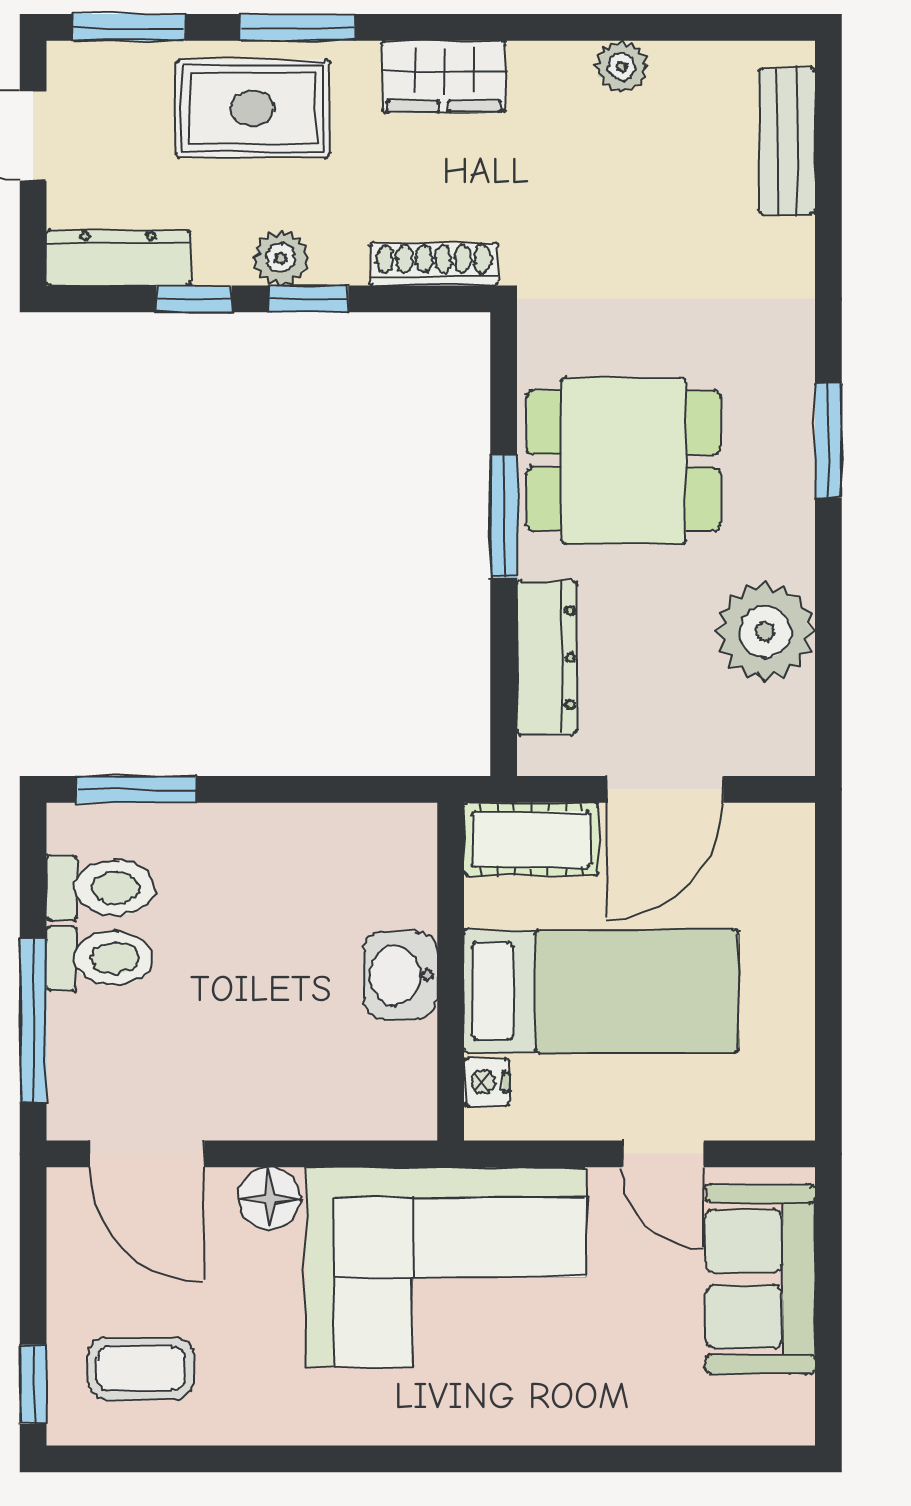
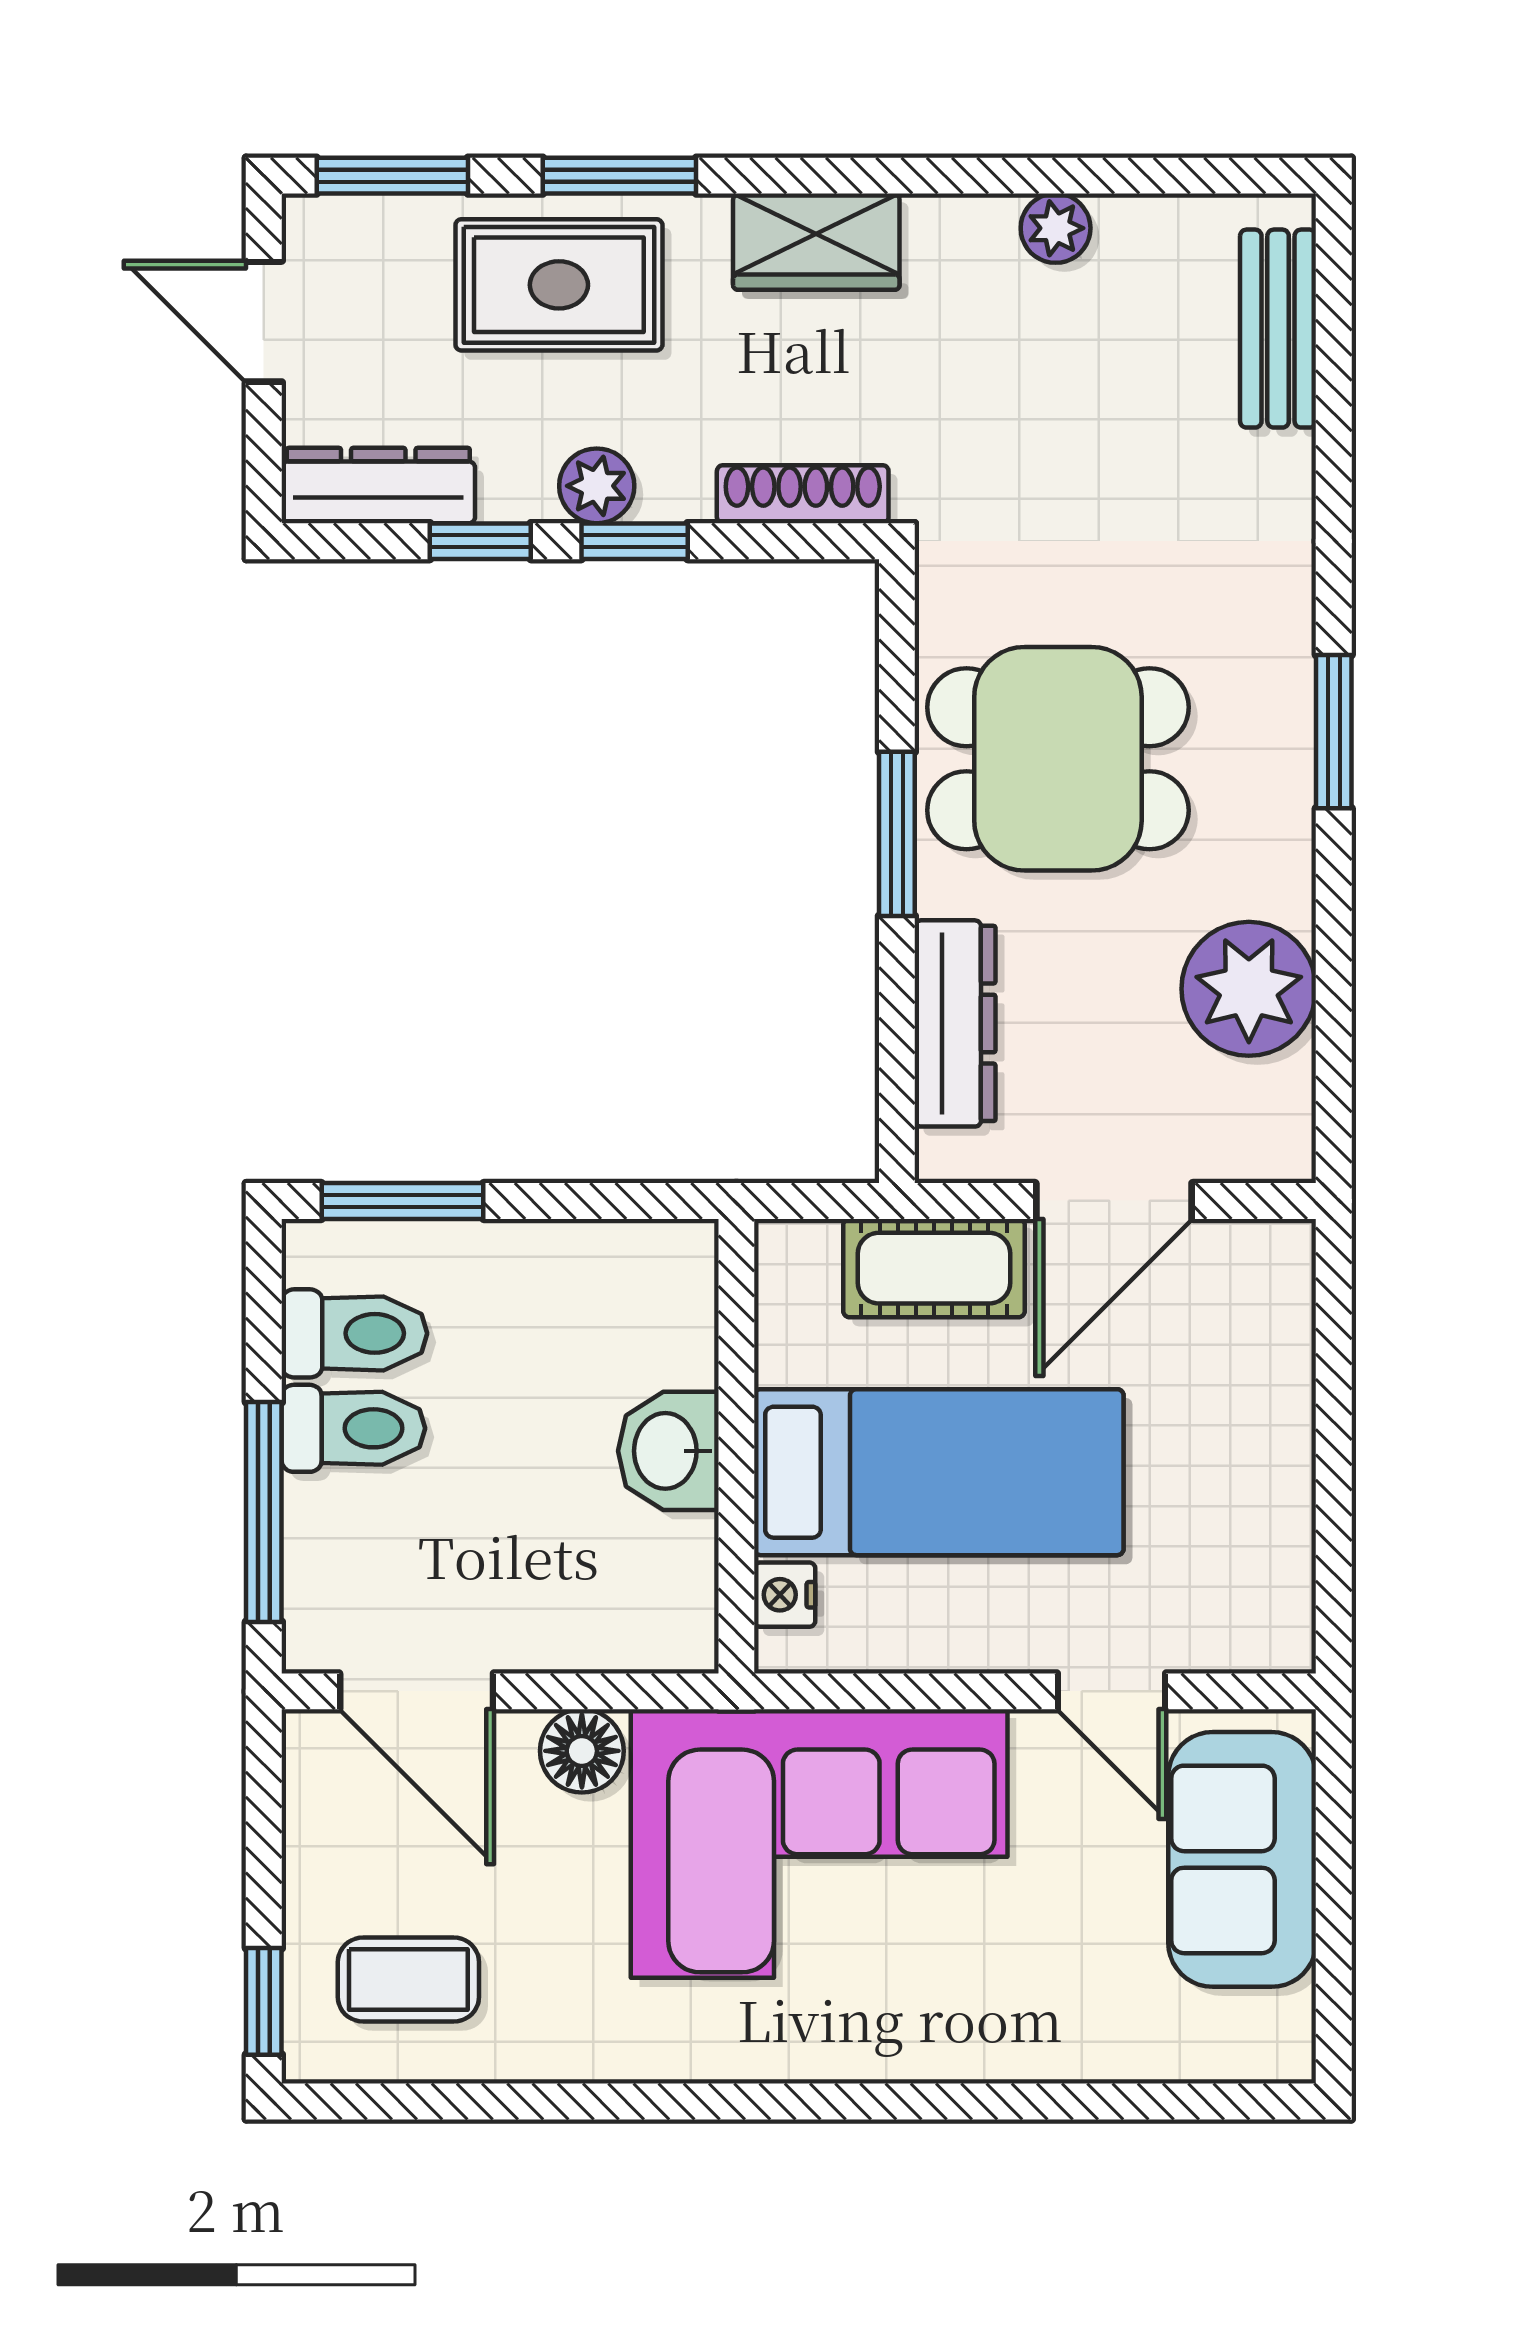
wall: (451, 972) -> (736, 1446), moved
washbasin: (400, 975) -> (668, 1451), moved
bed: (601, 991) -> (939, 1472), moved
nightstand: (487, 1082) -> (785, 1595), moved

